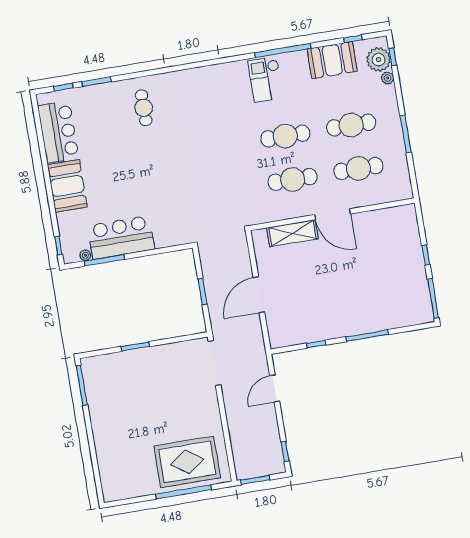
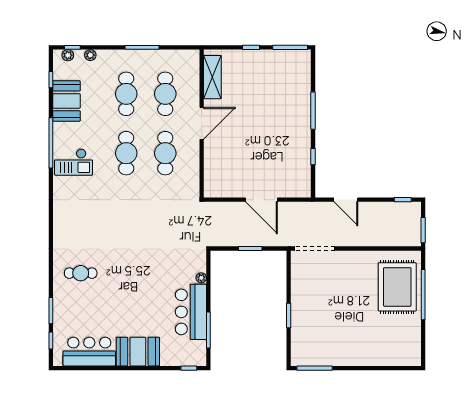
plant: (379, 60) -> (68, 55), width x0.53, depth x0.53
shelving: (292, 233) -> (212, 77), moved
plant: (85, 255) -> (201, 278), moved

